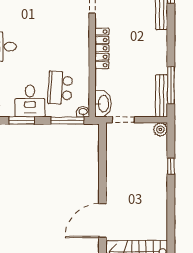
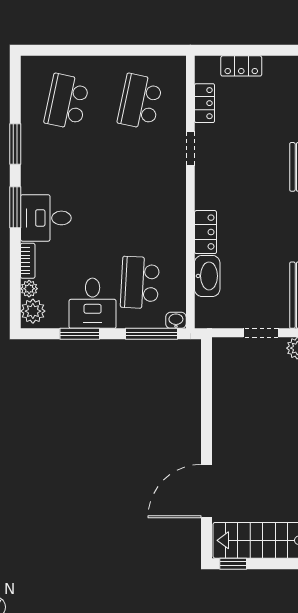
locker: (102, 48) -> (206, 232), width x0.66
washbasin: (103, 104) -> (207, 276), moved
doorway: (123, 120) -> (261, 333), moved

